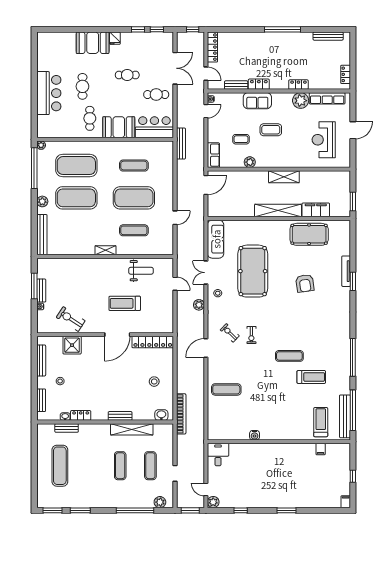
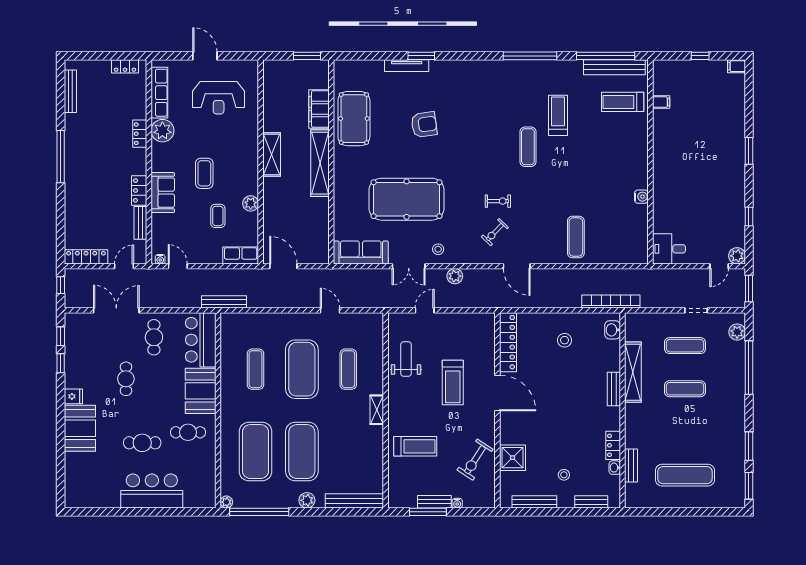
treadmill: (80, 277) -> (415, 446), added

